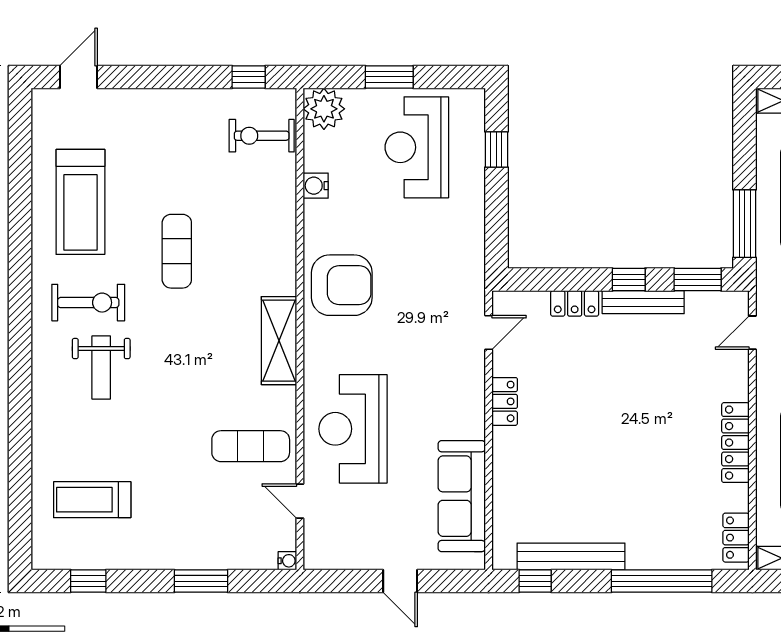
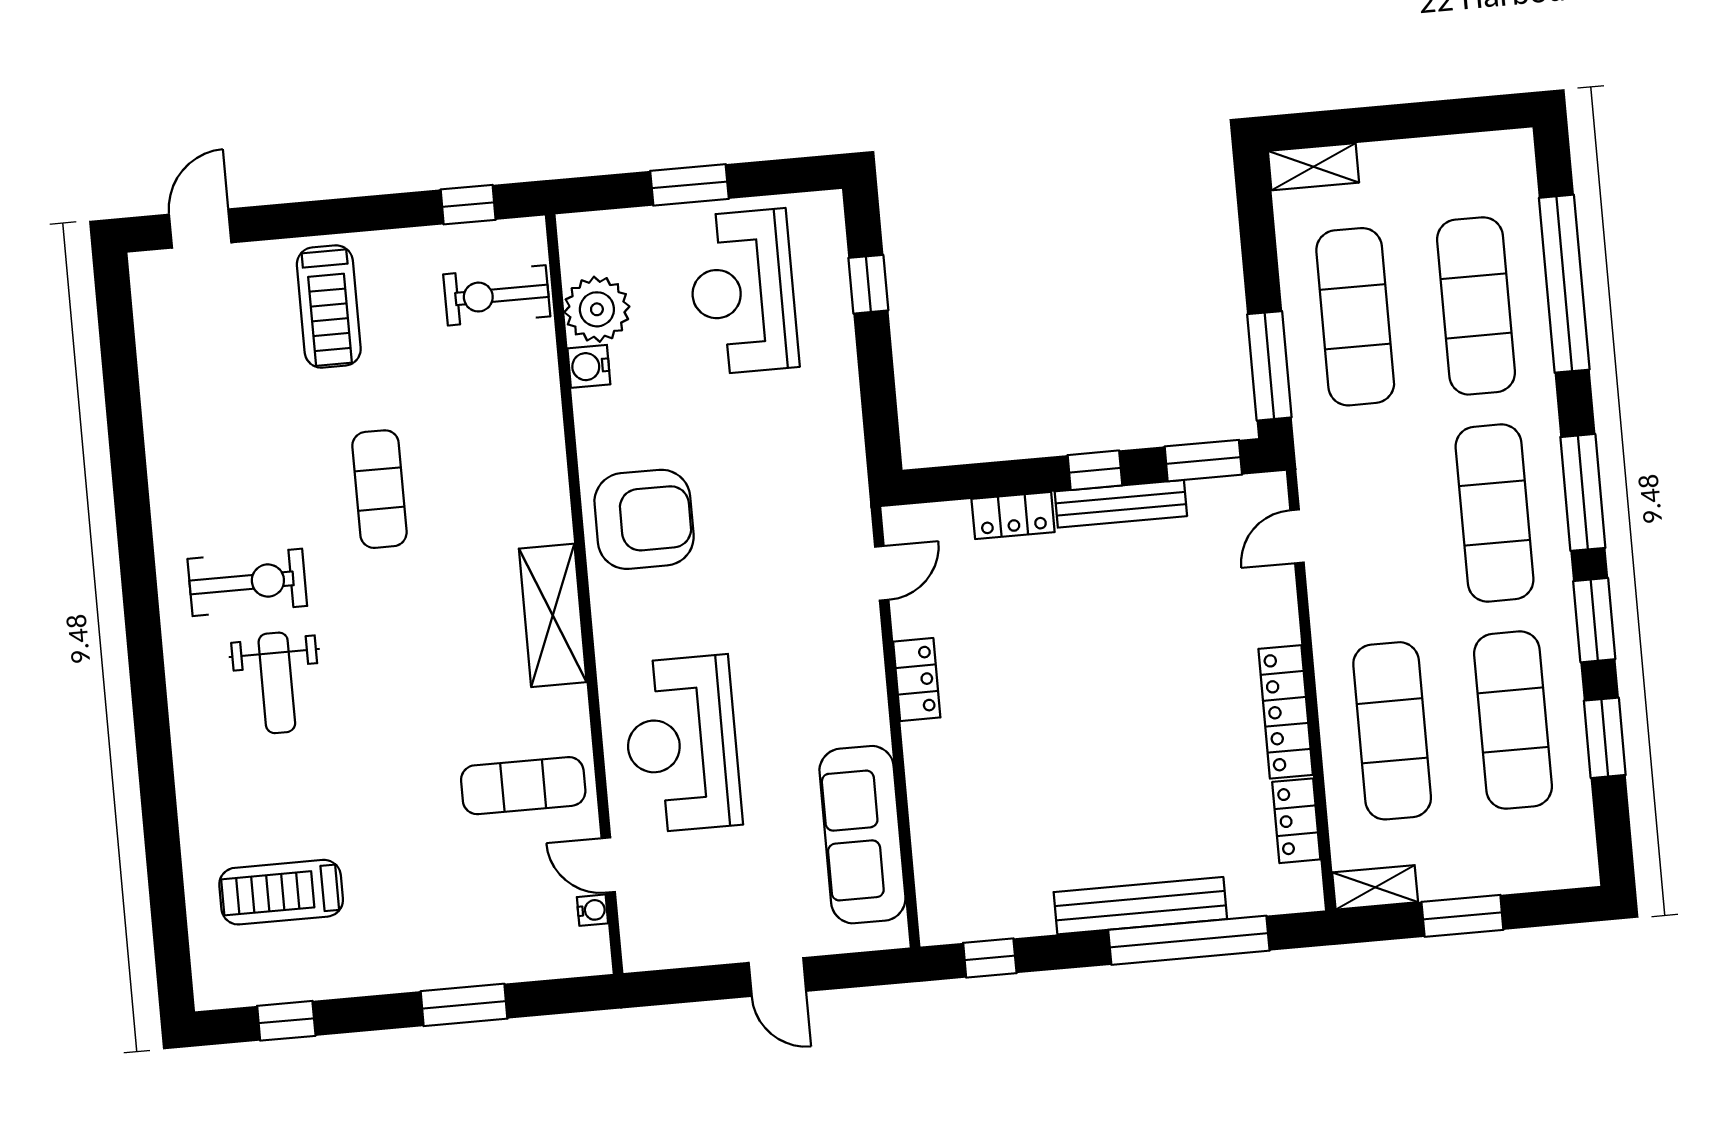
plant: (324, 109) -> (597, 309), moved
treadmill: (80, 202) -> (329, 307), moved, width x0.73, depth x0.73
locker: (736, 538) -> (1296, 821), moved
bench: (571, 557) -> (1140, 906), moved
water cooler: (287, 561) -> (592, 910), moved

